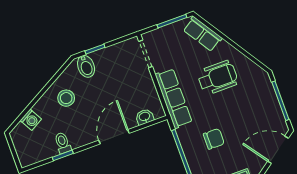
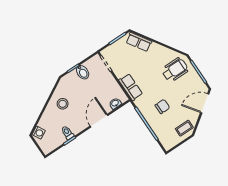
bidet: (86, 66) -> (83, 72), moved
wheelchair: (218, 78) -> (175, 70), moved
row of seats: (174, 98) -> (131, 87), width x0.68
washing machine: (31, 120) -> (39, 133), moved

